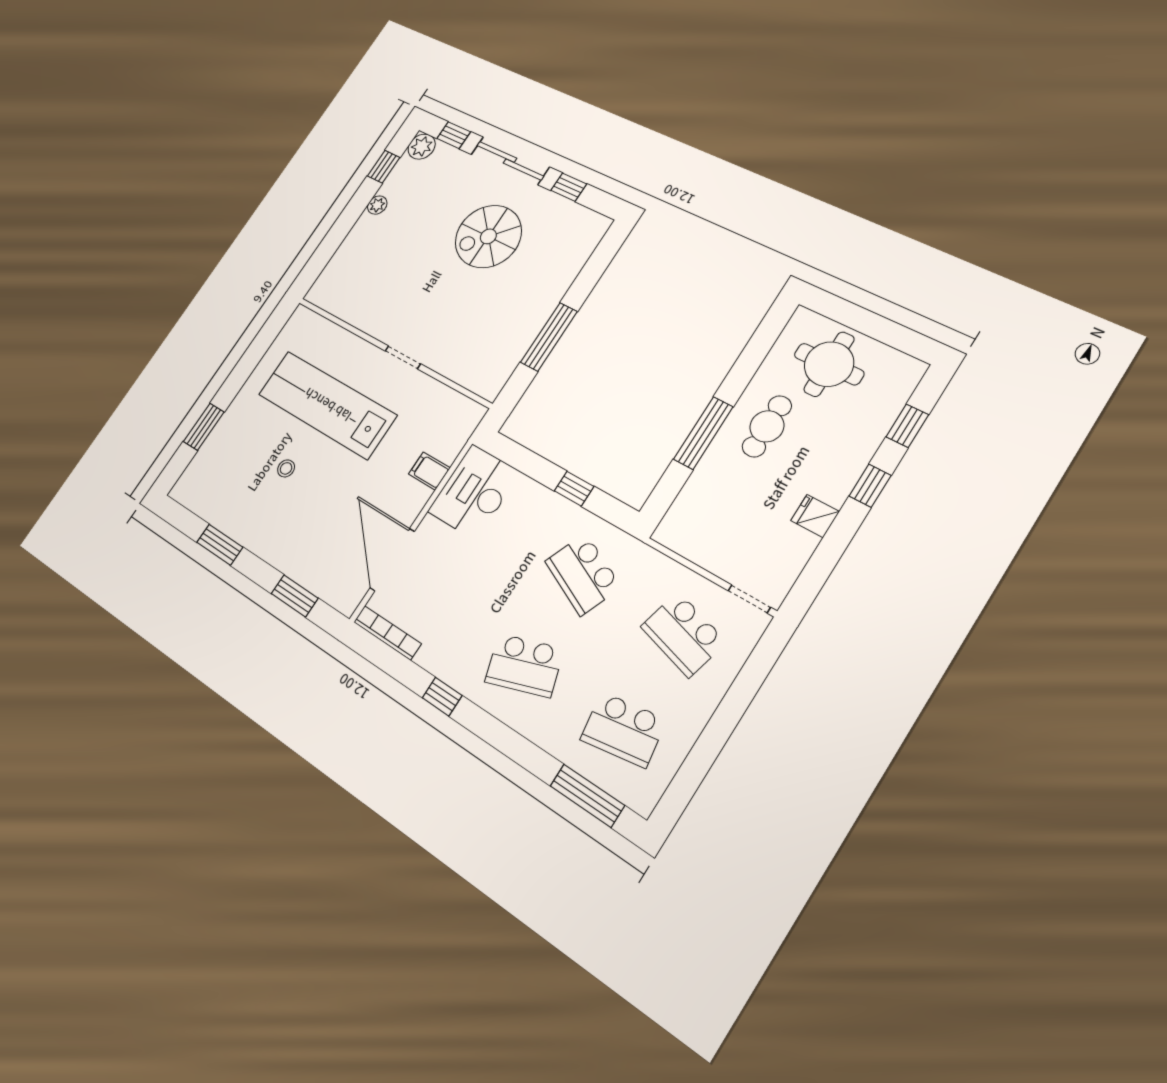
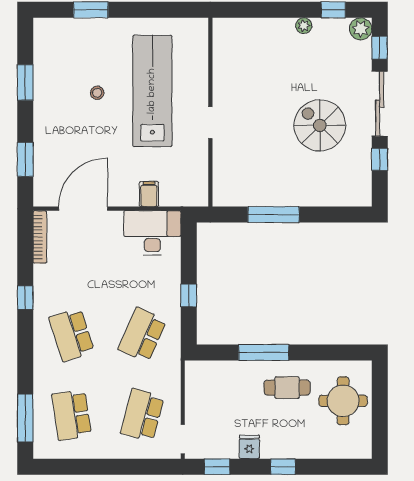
window: (907, 426) -> (217, 467), moved

